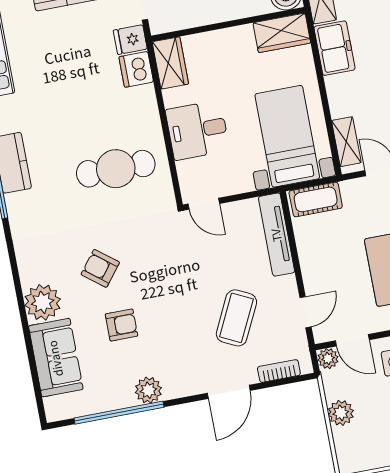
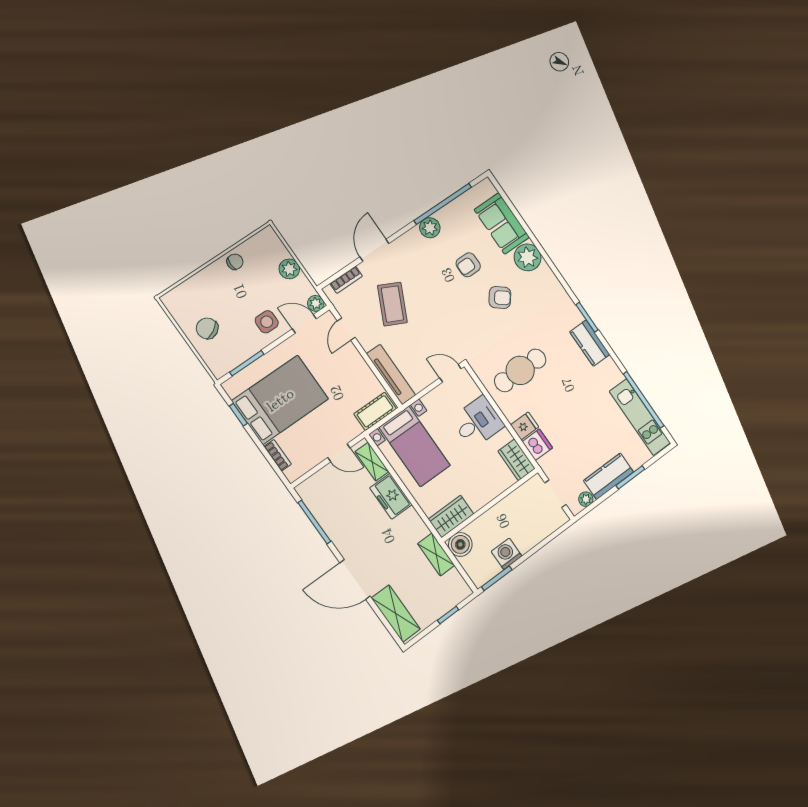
fridge: (130, 40) -> (525, 426), moved
freezer: (335, 48) -> (391, 496), moved

